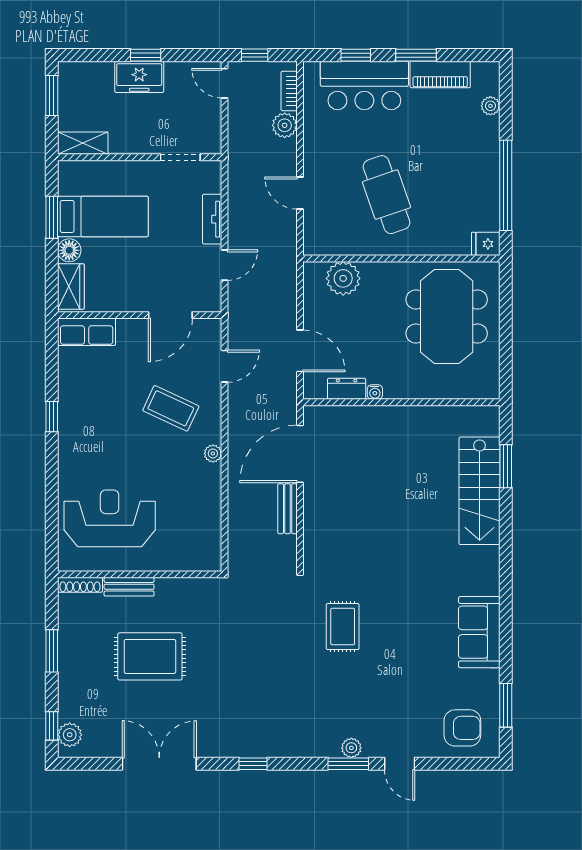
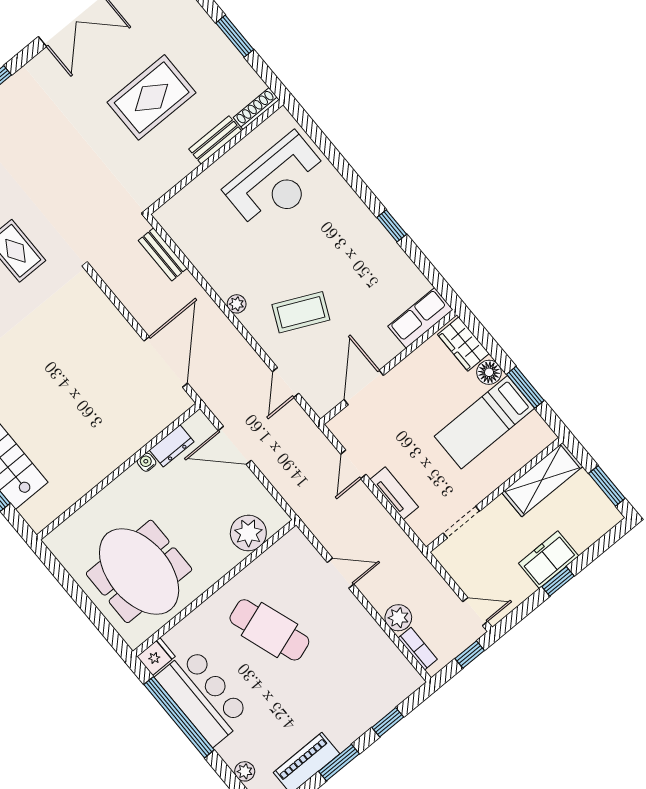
bar counter: (364, 85) -> (203, 696), moved, turned 90
shelving: (83, 143) -> (542, 480), width x1.50, depth x1.33
bench: (288, 509) -> (163, 254), moved

